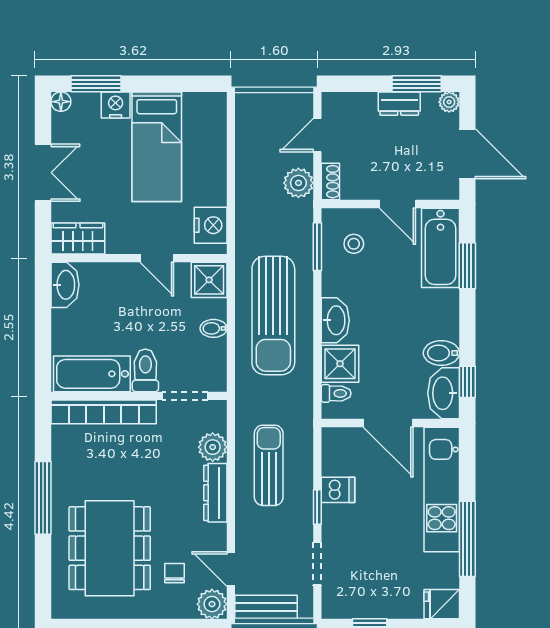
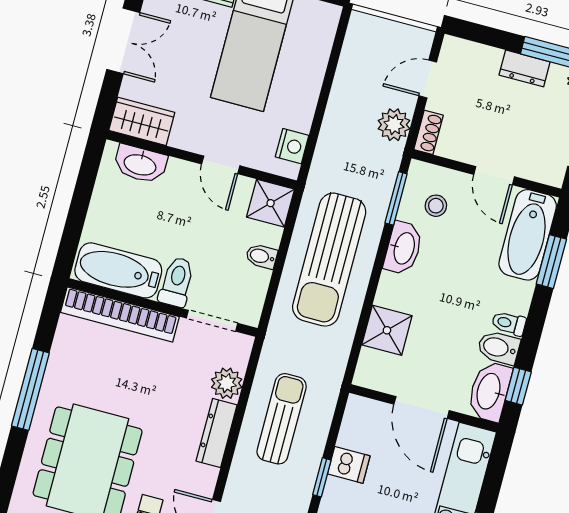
nightstand: (211, 225) -> (292, 146), width x0.74, depth x0.75
washbasin: (65, 285) -> (140, 164), moved, turned 90
washbasin: (335, 320) -> (403, 248), moved
toilet: (336, 393) -> (509, 323), moved, turned 180

